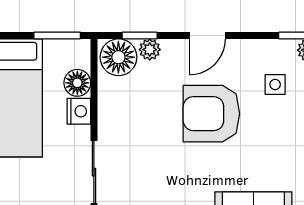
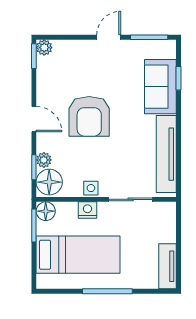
floor lamp: (77, 83) -> (46, 211), moved
side table: (275, 84) -> (91, 188), moved

